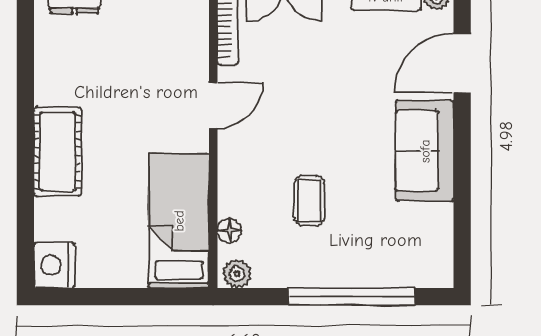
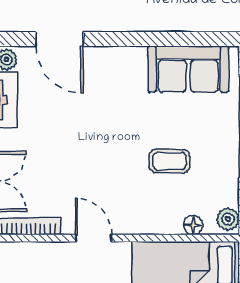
sofa: (425, 151) -> (188, 69), moved

